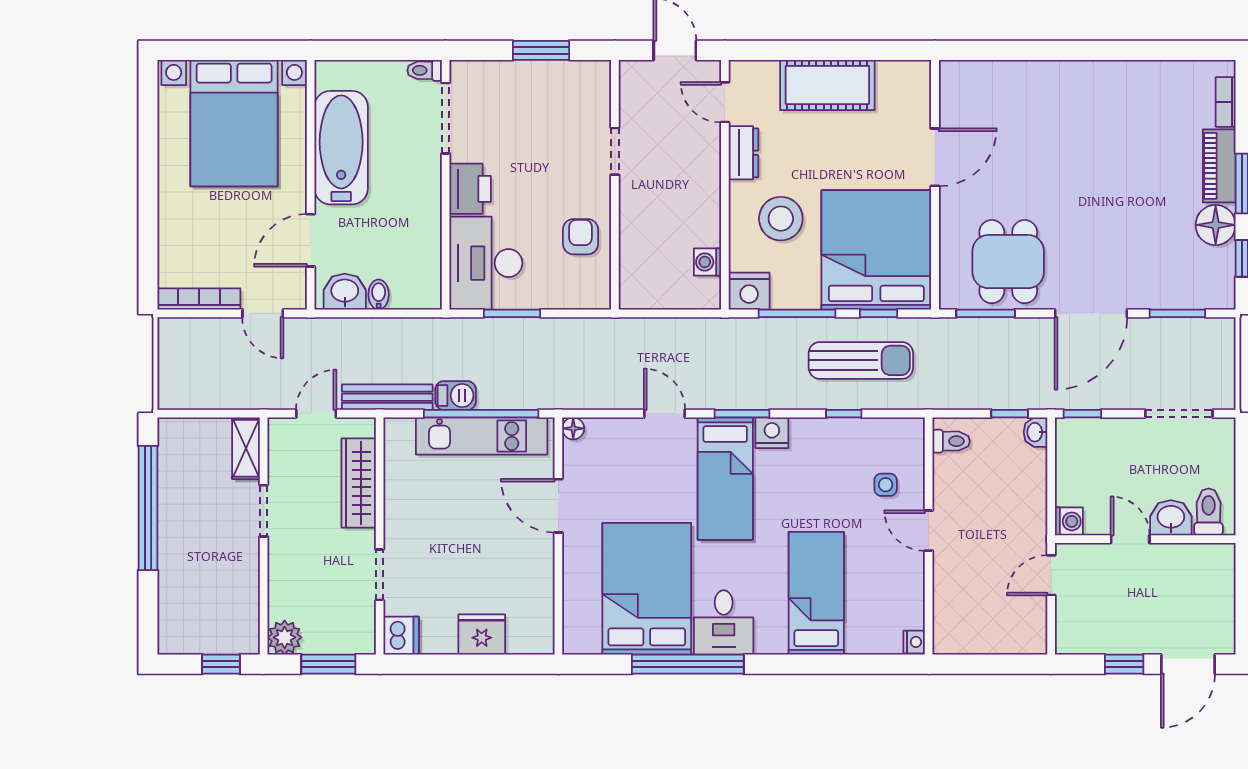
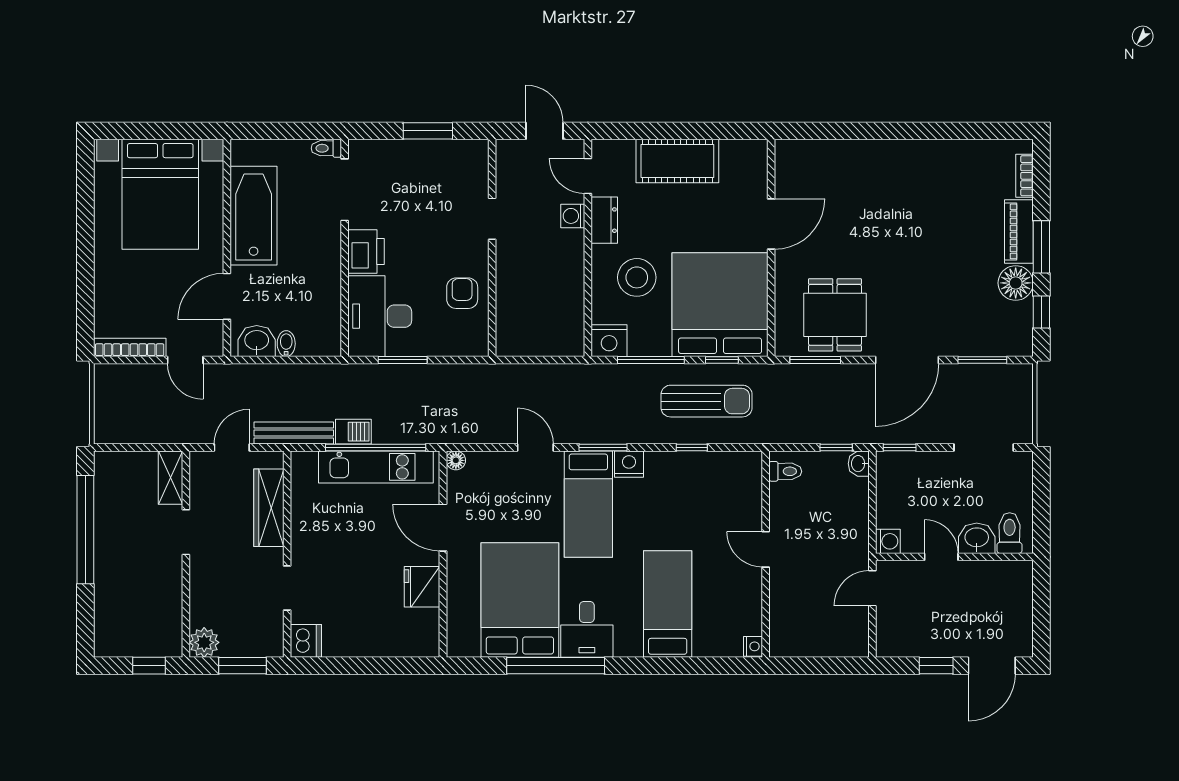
washing machine: (707, 262) -> (573, 216), moved
side table: (886, 485) -> (728, 509), removed
fridge: (482, 634) -> (422, 587), moved, turned -90

